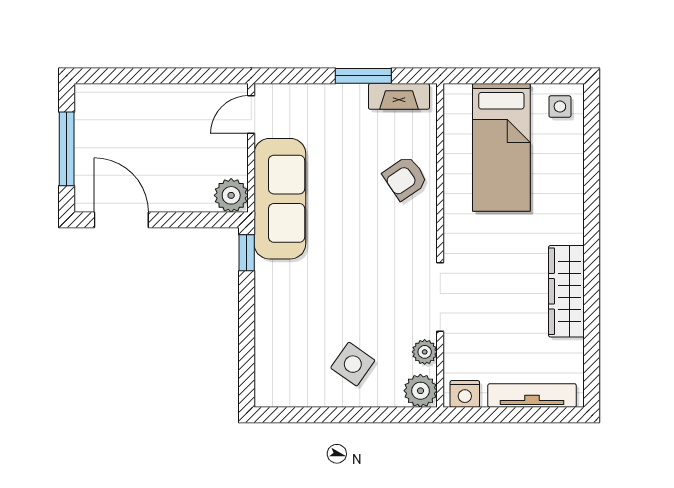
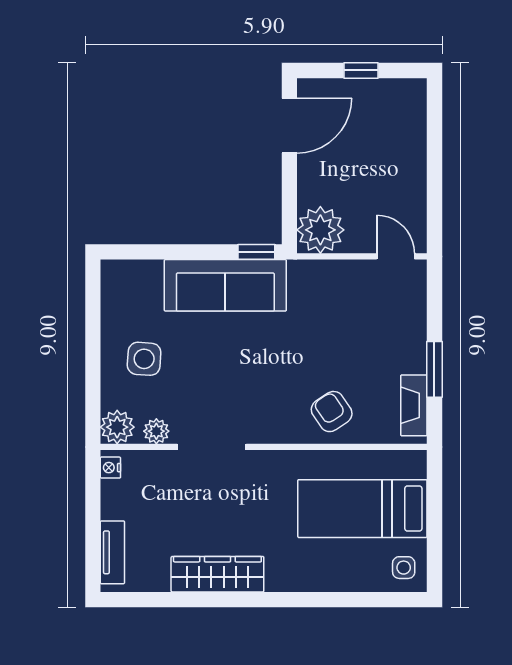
window: (67, 149) -> (361, 70), width x0.46
plant: (231, 195) -> (320, 230), width x1.36, depth x1.36
sofa: (280, 199) -> (225, 285), moved
side table: (353, 364) -> (144, 359), turned -31
nightstand: (465, 394) -> (110, 468), width x0.72, depth x0.74
tv unit: (532, 395) -> (112, 552), width x0.71

